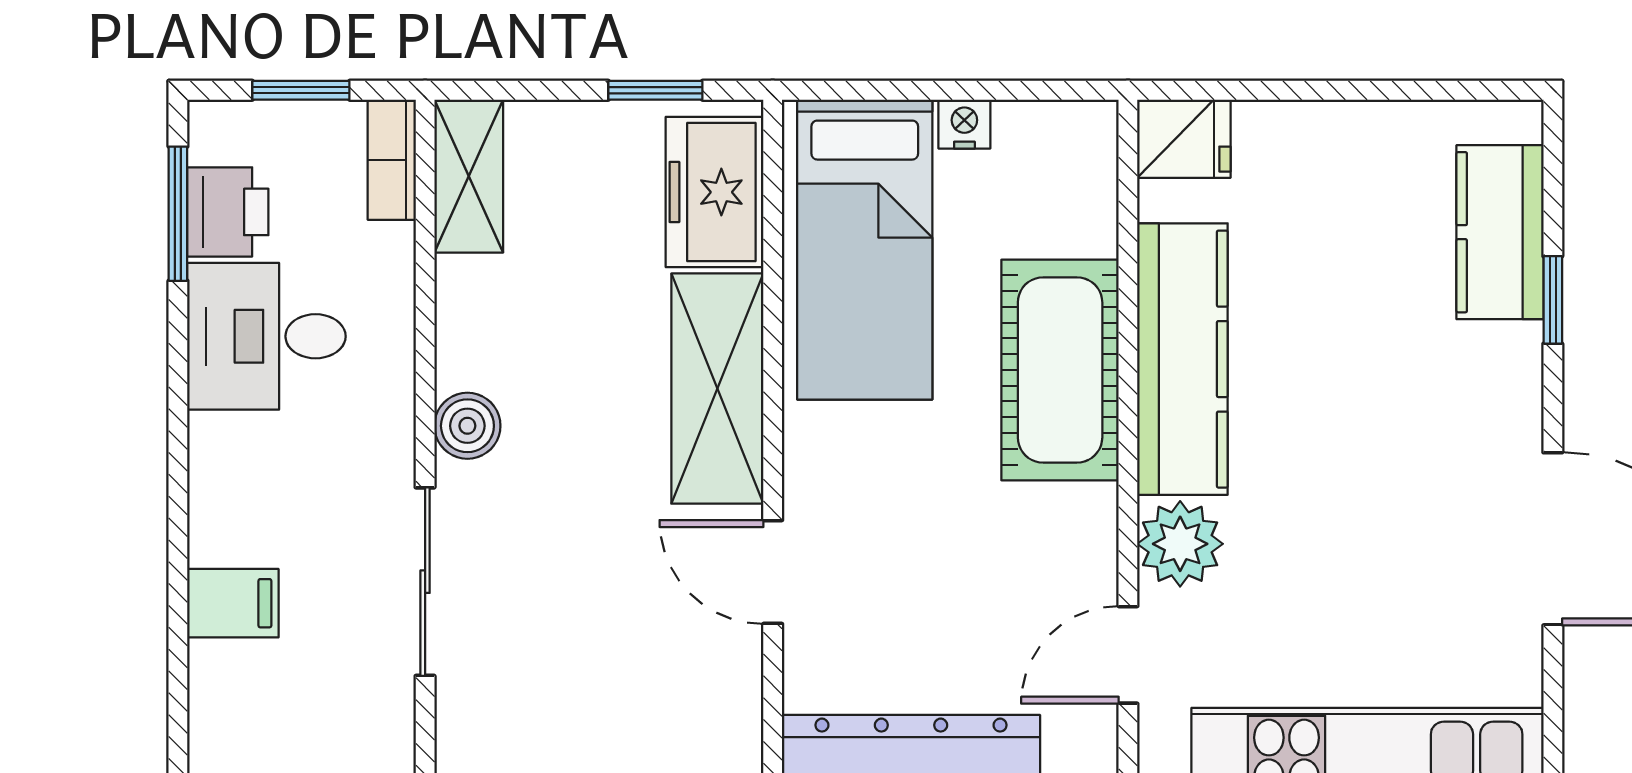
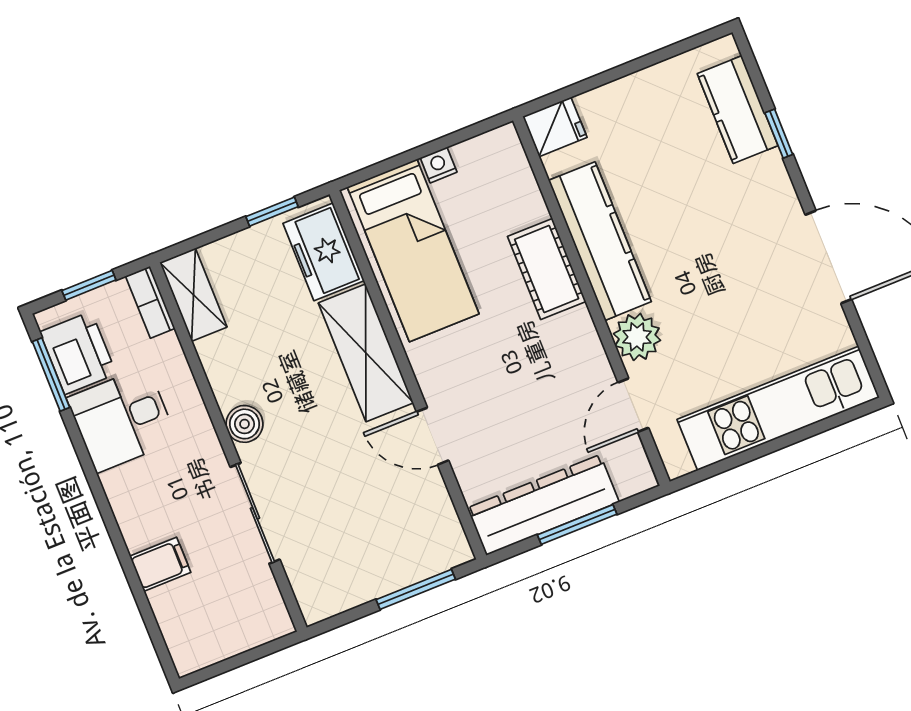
printer: (228, 212) -> (78, 353), width x1.36, depth x1.24
cot: (1060, 370) -> (547, 269), width x0.73, depth x0.75

